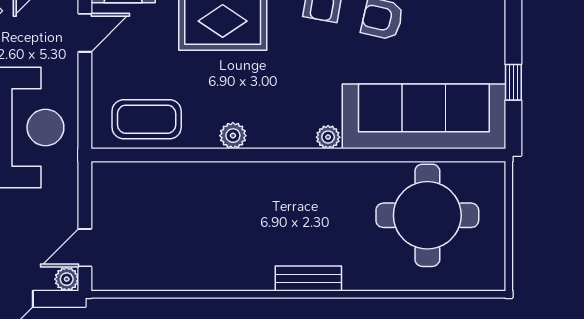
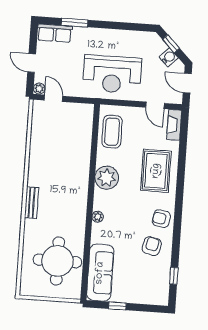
sofa: (424, 116) -> (100, 273), width x0.74, depth x0.79
plant: (233, 136) -> (107, 178), width x1.88, depth x1.88

